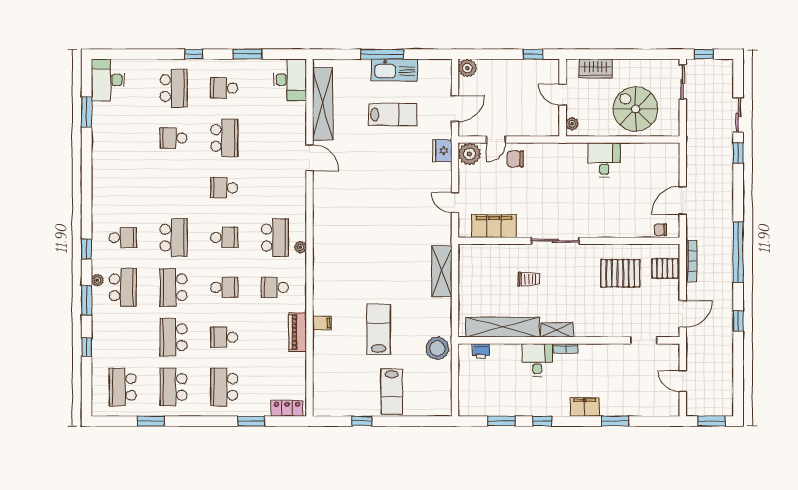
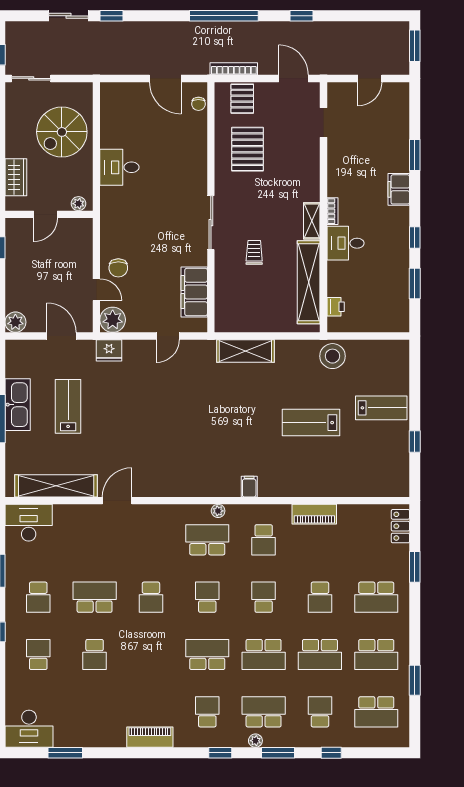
school desk: (174, 88) -> (38, 655), width x0.54
piano: (100, 187) -> (150, 737), added
filing cabinet: (322, 323) -> (249, 487), moved
school desk: (123, 337) -> (320, 712), added

